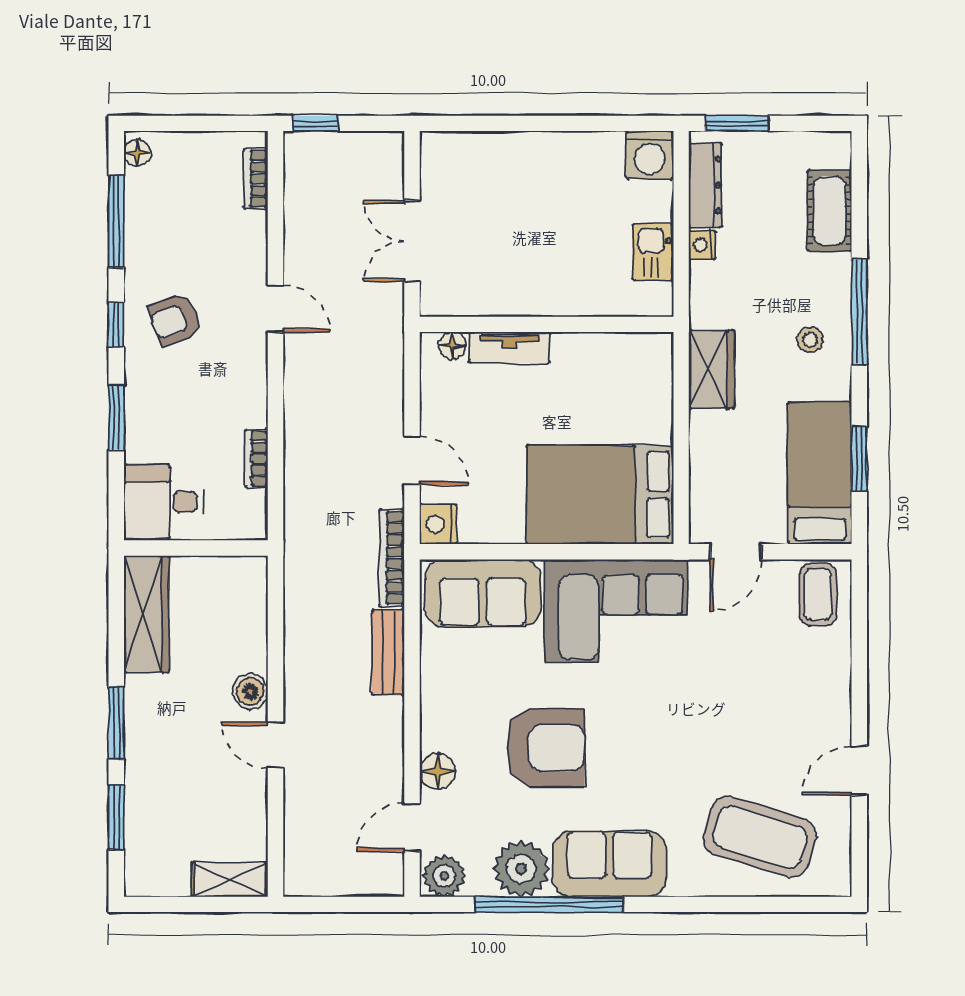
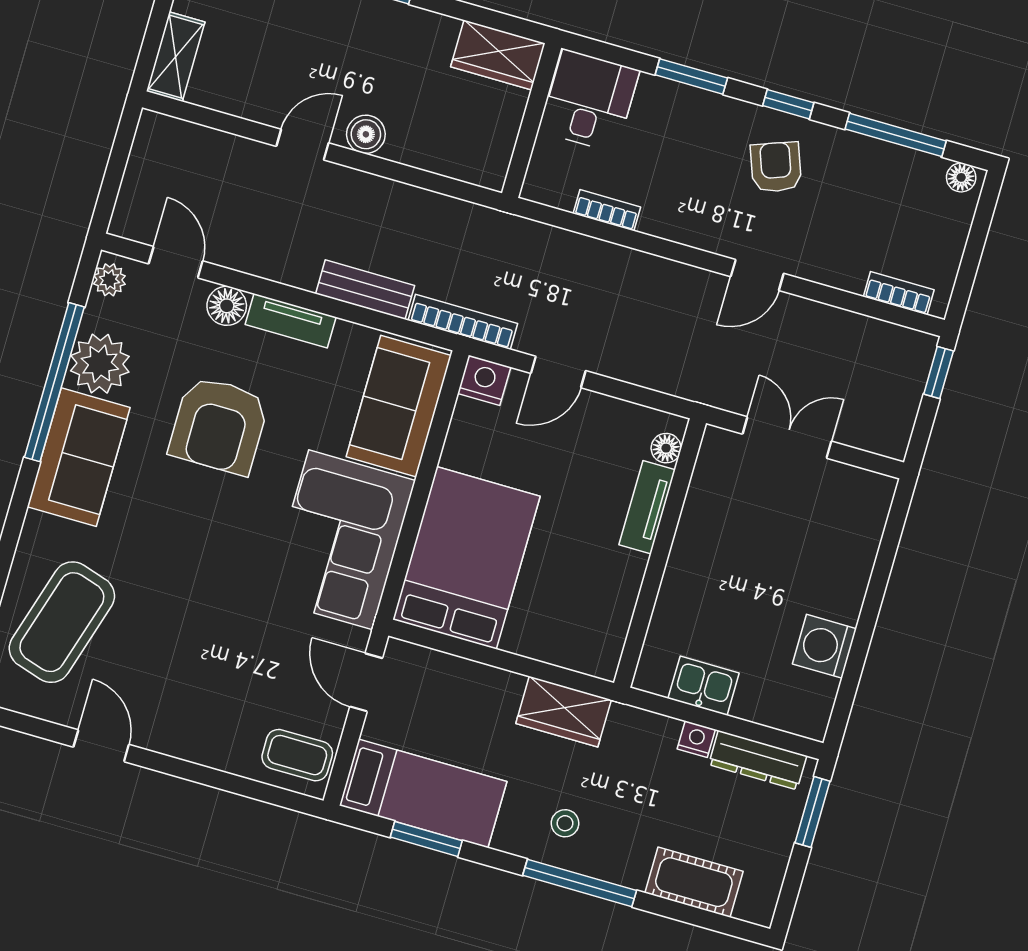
washing machine: (650, 155) -> (824, 646), moved
wardrobe: (146, 614) -> (498, 55), width x0.67
tv unit: (435, 711) -> (291, 321), added
plant: (444, 876) -> (109, 280), width x0.73, depth x0.73

